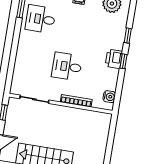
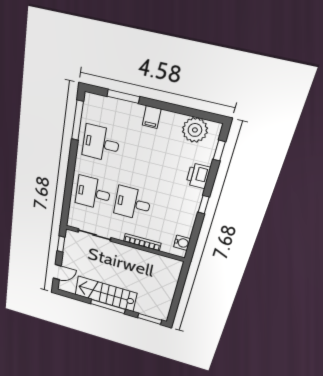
window: (128, 36) -> (219, 151), moved
printer: (114, 59) -> (198, 176), moved
desk: (34, 61) -> (93, 193), added

